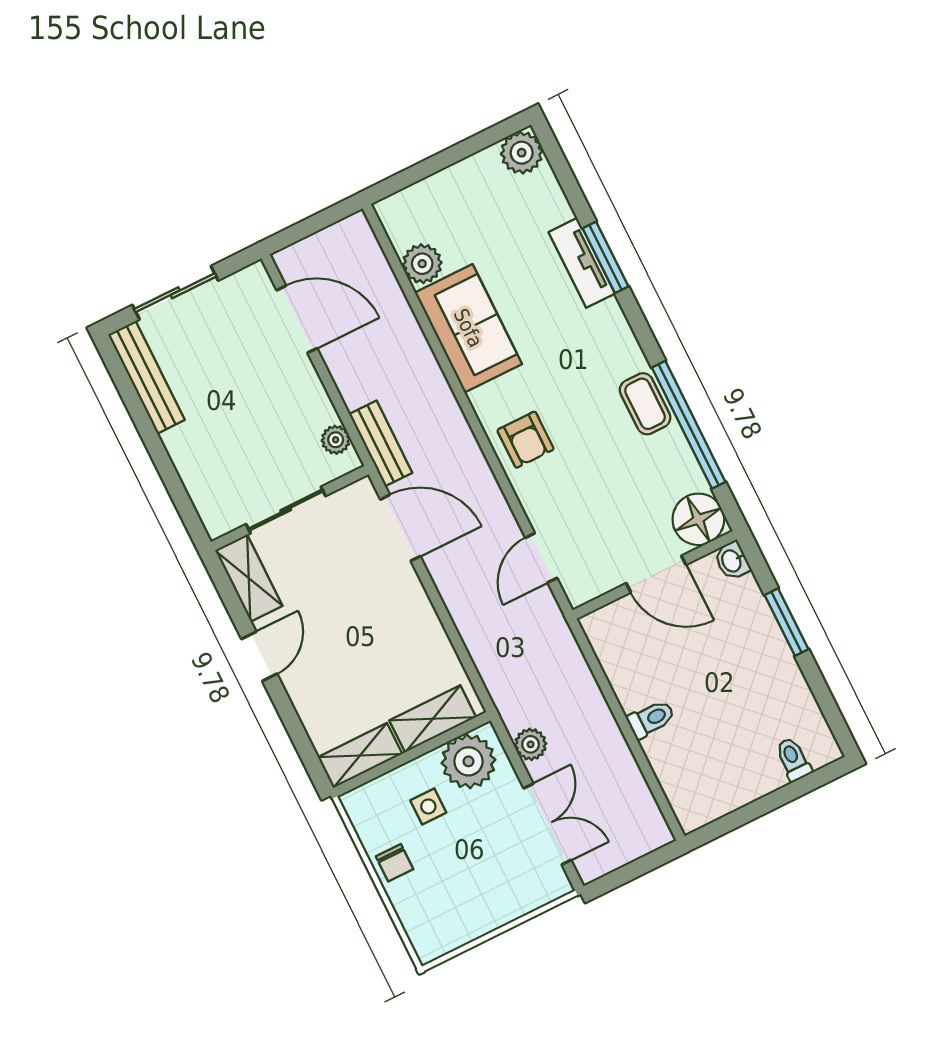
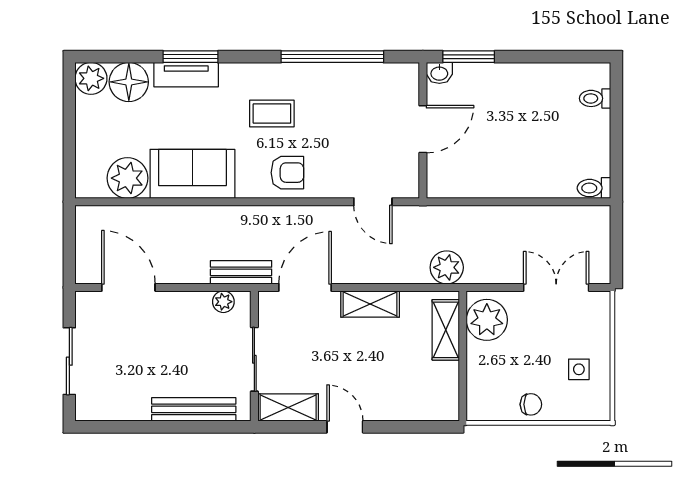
plant: (422, 264) -> (127, 178), width x1.36, depth x1.36
door: (297, 319) -> (128, 287), hinge flipped
bench: (146, 377) -> (194, 409), moved
coffee table: (645, 404) -> (272, 114), moved
floor lamp: (698, 519) -> (129, 82), moved
window: (787, 622) -> (469, 57), moved
toilet: (651, 719) -> (594, 188), moved, turned -90
plant: (531, 744) -> (447, 267), moved, width x1.38, depth x1.38
shelving: (360, 755) -> (370, 304), moved, turned 90
side table: (428, 806) -> (579, 369), moved

